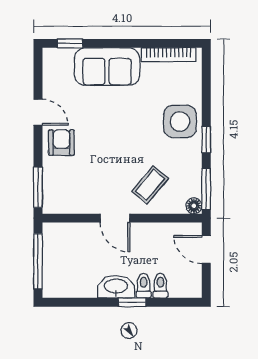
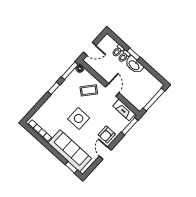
sofa: (107, 67) -> (70, 151), width x1.36
side table: (180, 122) -> (79, 118), moved
fireplace: (69, 204) -> (124, 110), added
door: (206, 250) -> (90, 49), hinge flipped

